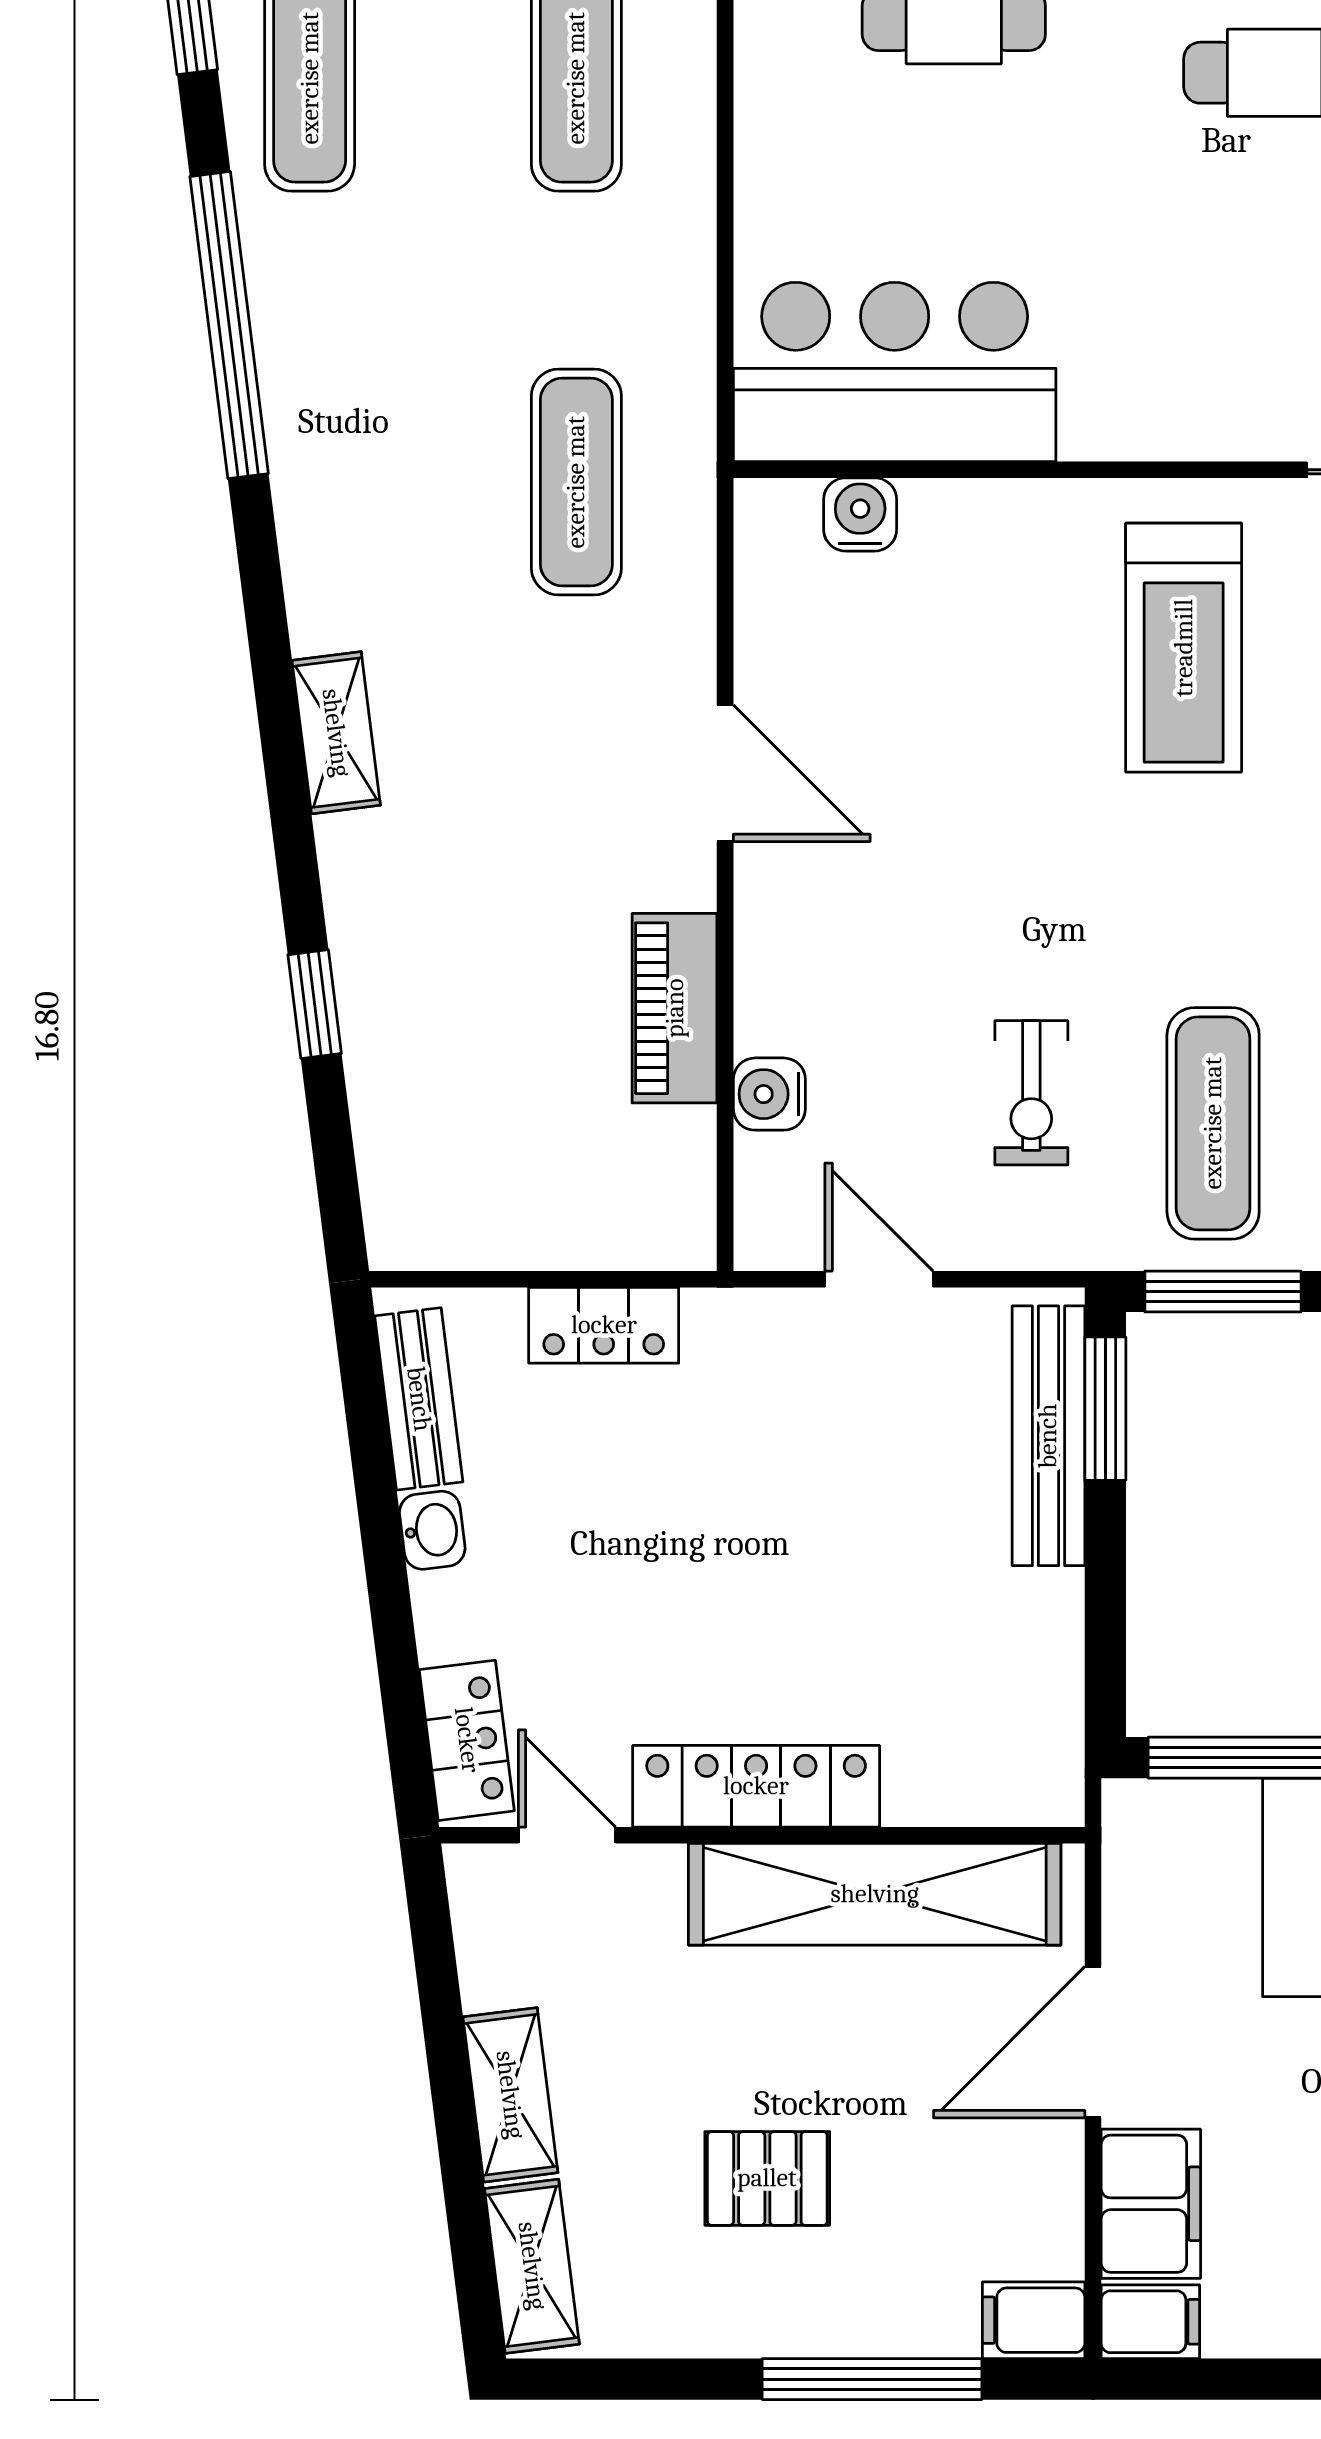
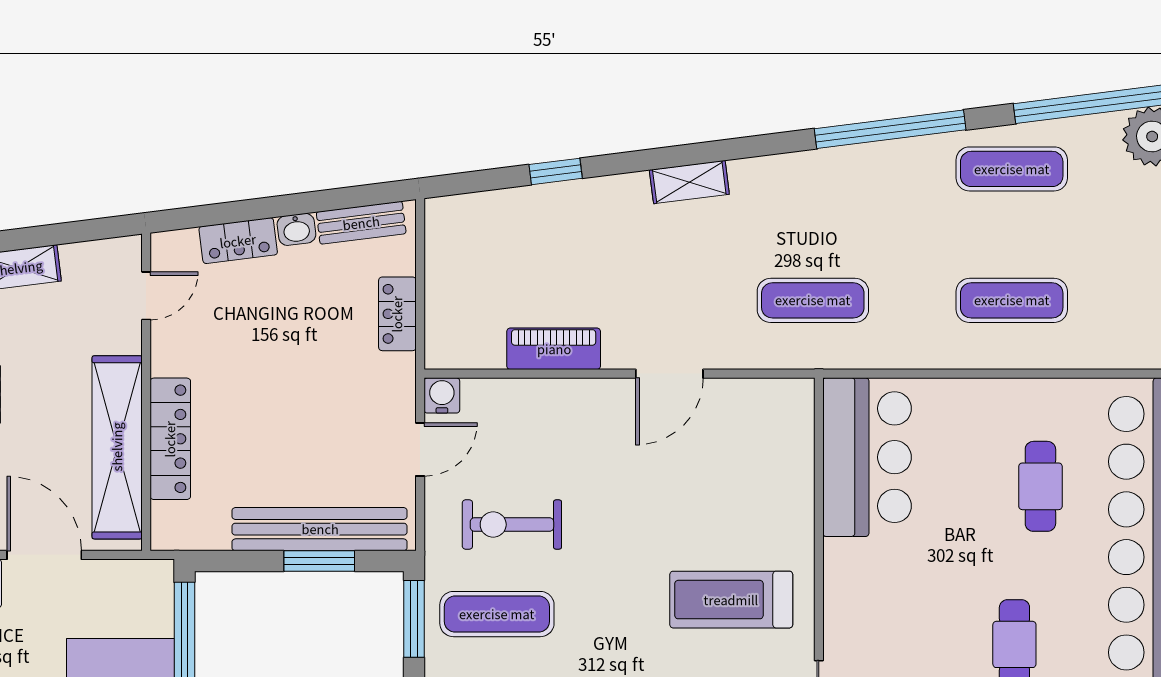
water cooler: (860, 514) -> (797, 440), removed
exercise bike: (1031, 1093) -> (512, 525), width x1.38, depth x1.39
water cooler: (769, 1094) -> (442, 395), moved
window: (1105, 1409) -> (319, 561), moved
bench: (1048, 1436) -> (320, 529), width x1.37, depth x1.21
locker: (467, 1740) -> (238, 241), moved
locker: (756, 1786) -> (170, 439), moved

